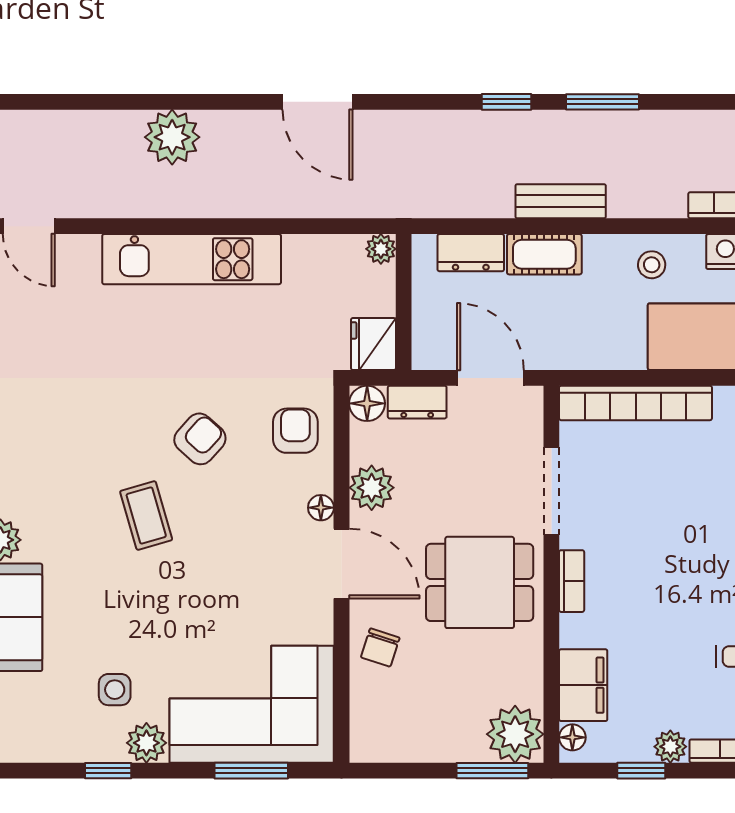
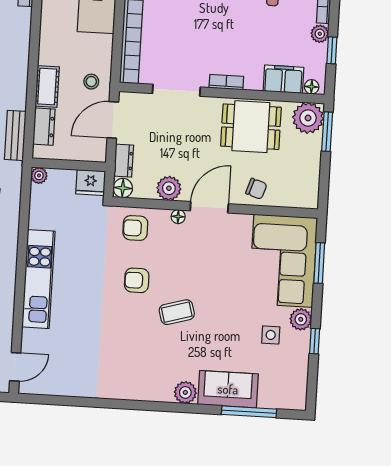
bench: (561, 201) -> (15, 135), moved
stool: (652, 265) -> (91, 82), moved
armchair: (200, 439) -> (137, 280), turned -42
dining table: (480, 582) -> (251, 127), moved, turned 90

